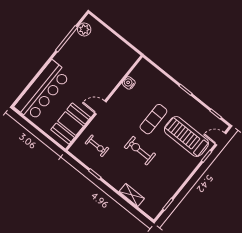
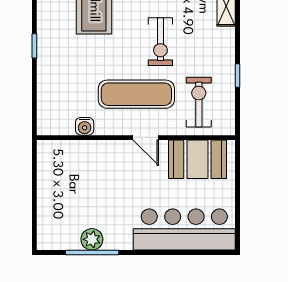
plant: (84, 29) -> (92, 239), moved
exercise mat: (153, 119) -> (136, 94), moved, width x1.36, depth x1.45
exercise bike: (97, 146) -> (199, 102), width x1.38, depth x1.39

